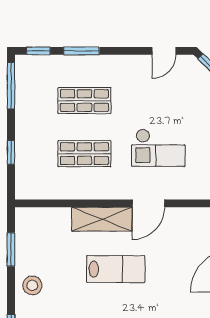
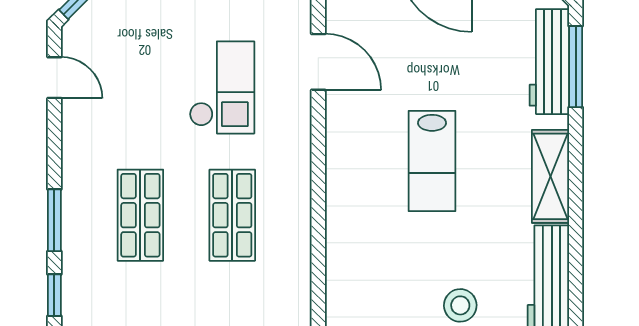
door: (148, 203) -> (318, 62), moved
shelving: (102, 219) -> (346, 185), removed
lab bench: (116, 269) -> (432, 161), turned 180

